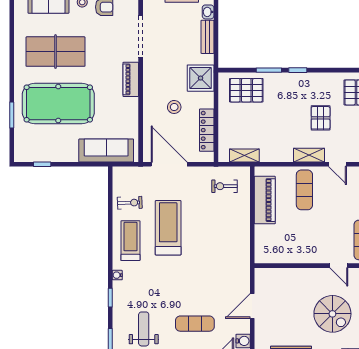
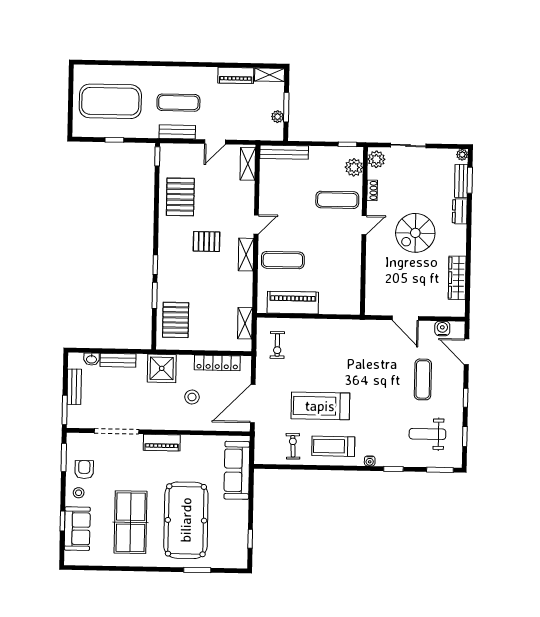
spiral stairs: (332, 314) -> (415, 233), turned 180

